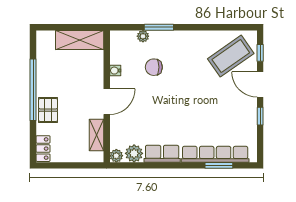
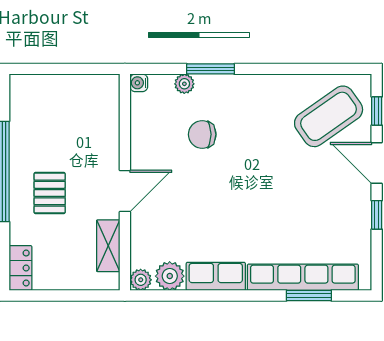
shelving: (80, 40) -> (80, 90), removed
water cooler: (115, 71) -> (139, 83), moved
pallet: (48, 110) -> (50, 193), moved

